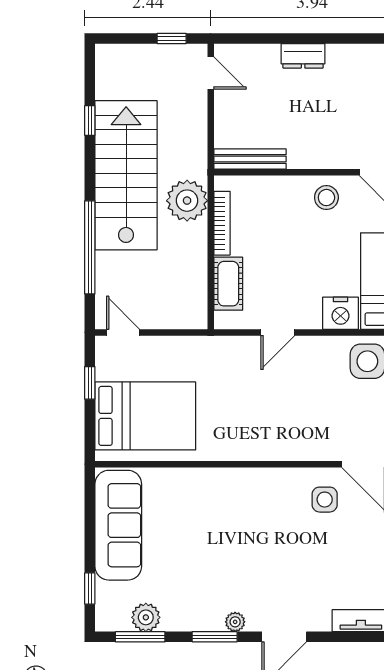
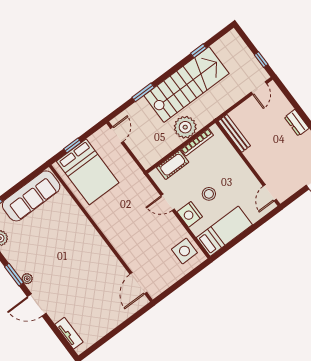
stool: (326, 198) -> (209, 194), moved
plant: (187, 201) -> (185, 127), moved
window: (90, 247) -> (143, 92), width x0.47
nightstand: (341, 313) -> (190, 214), moved
window: (90, 383) -> (72, 145), moved
side table: (325, 500) -> (110, 278), removed

